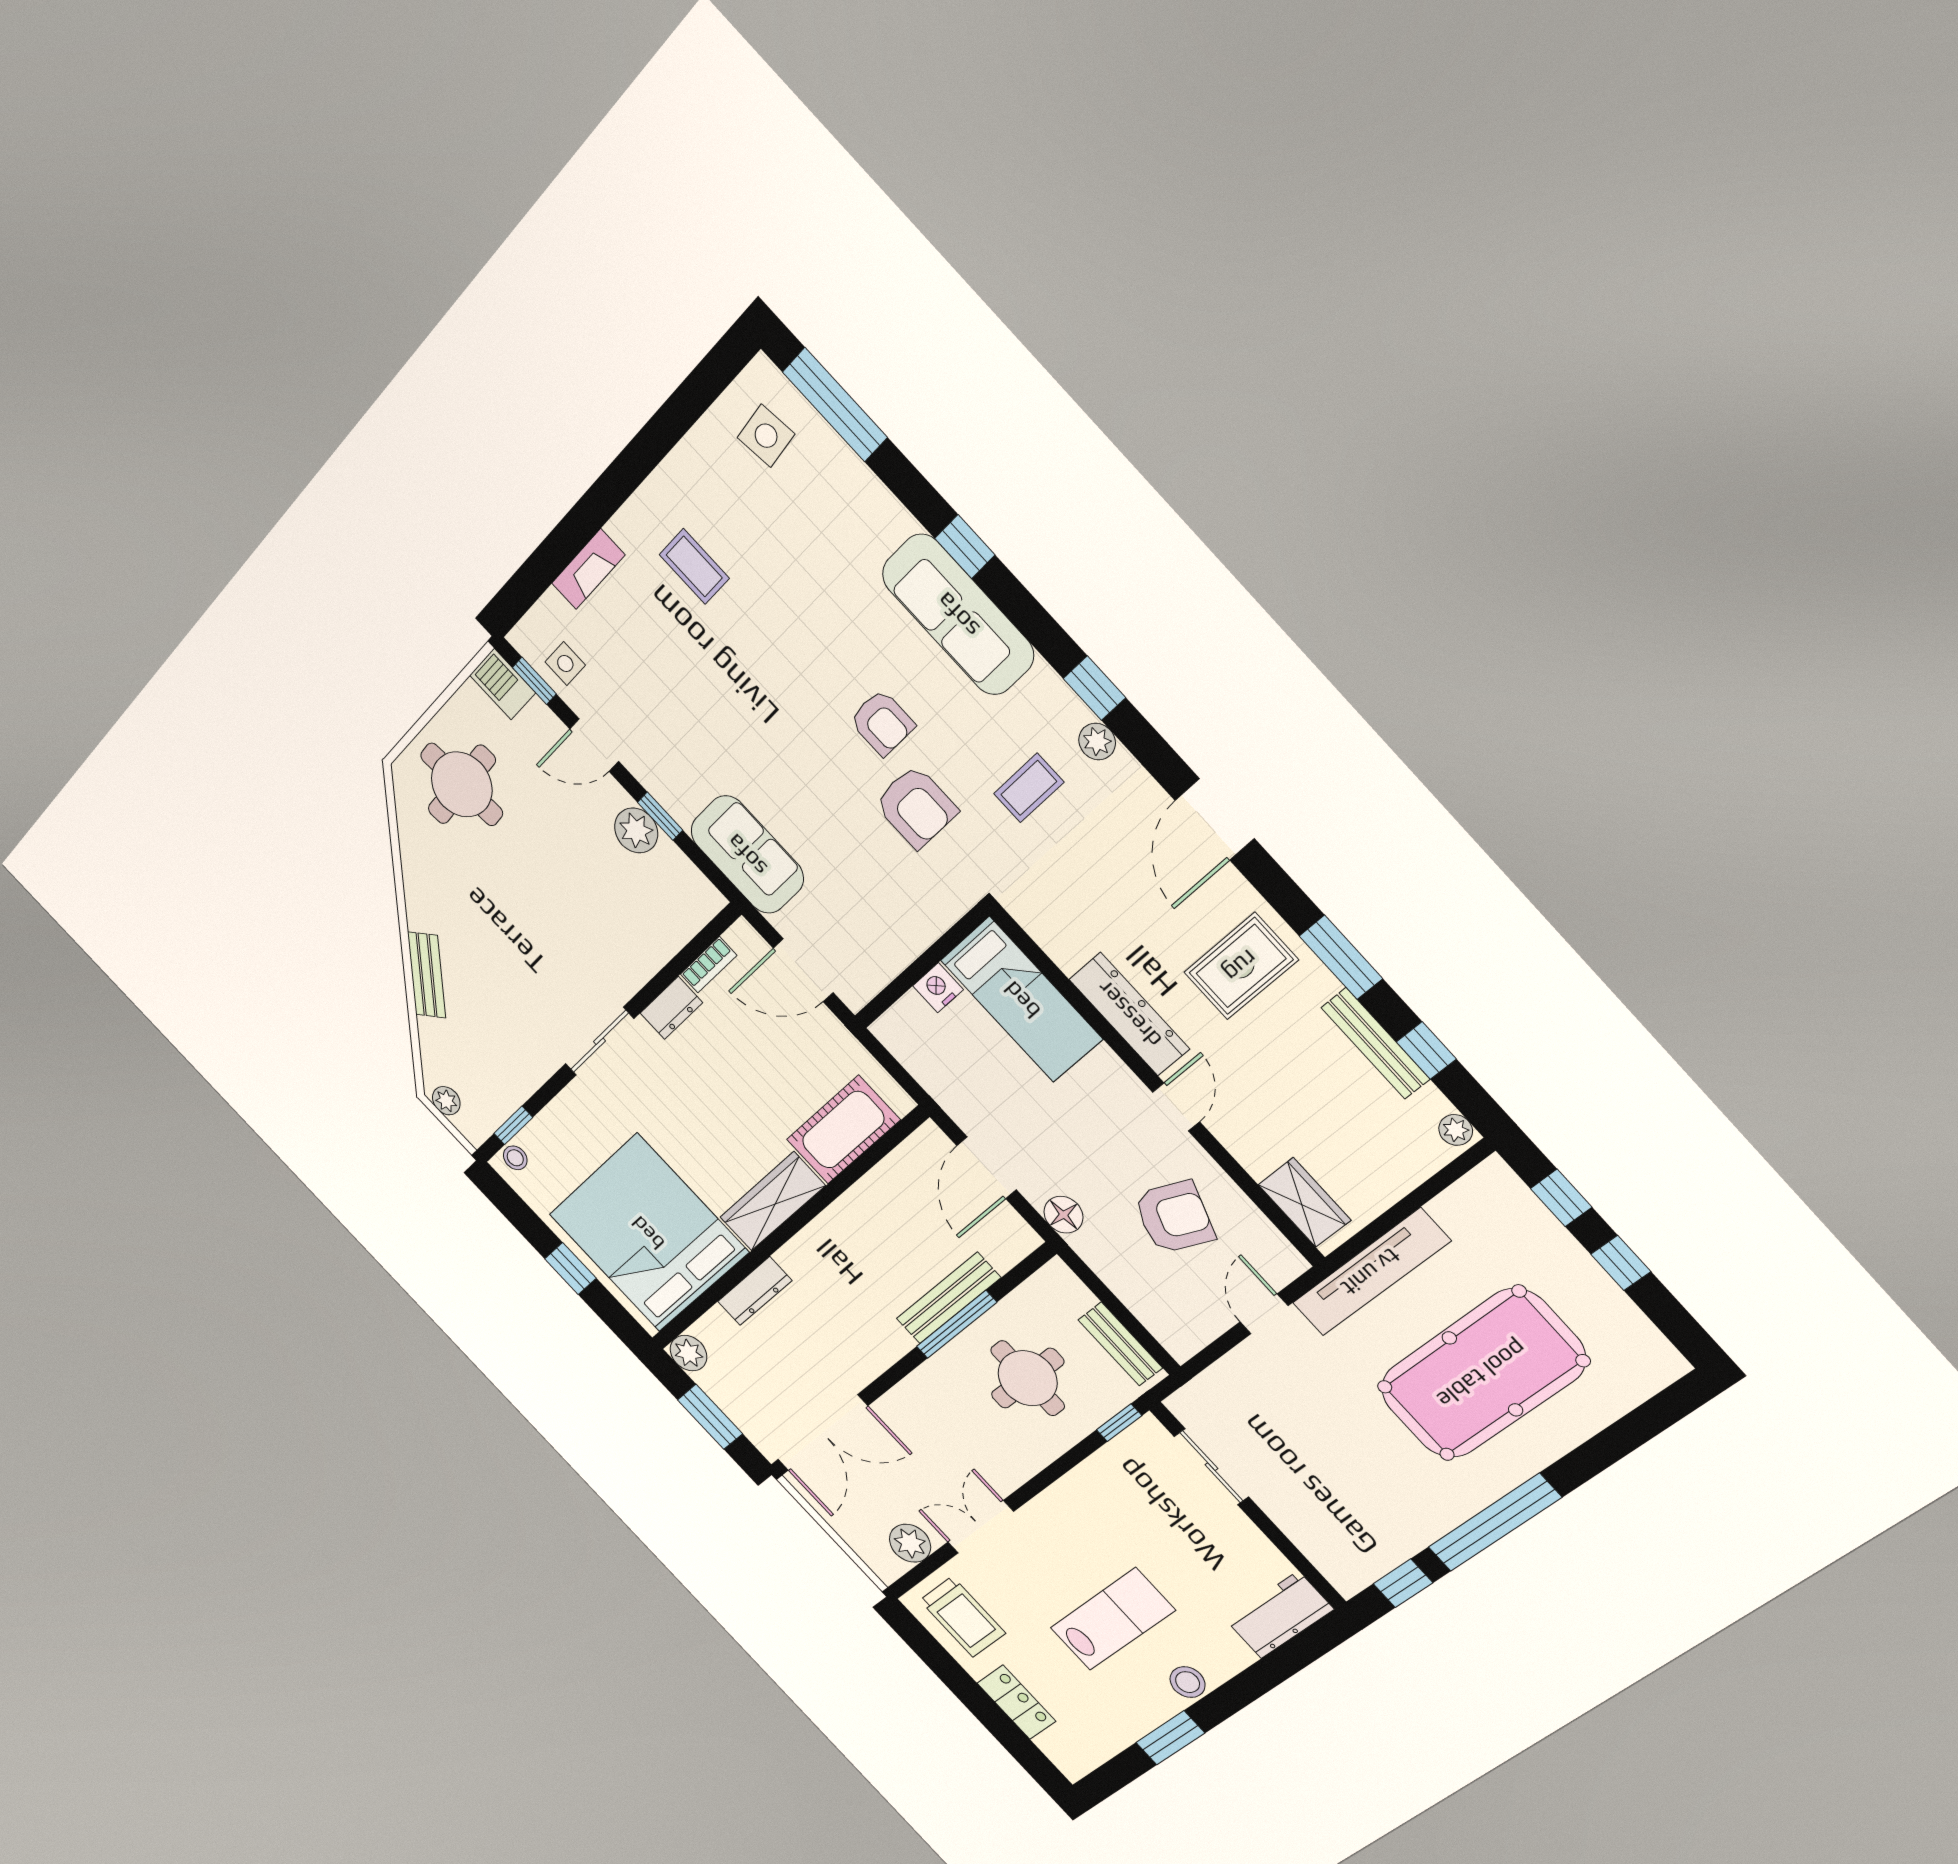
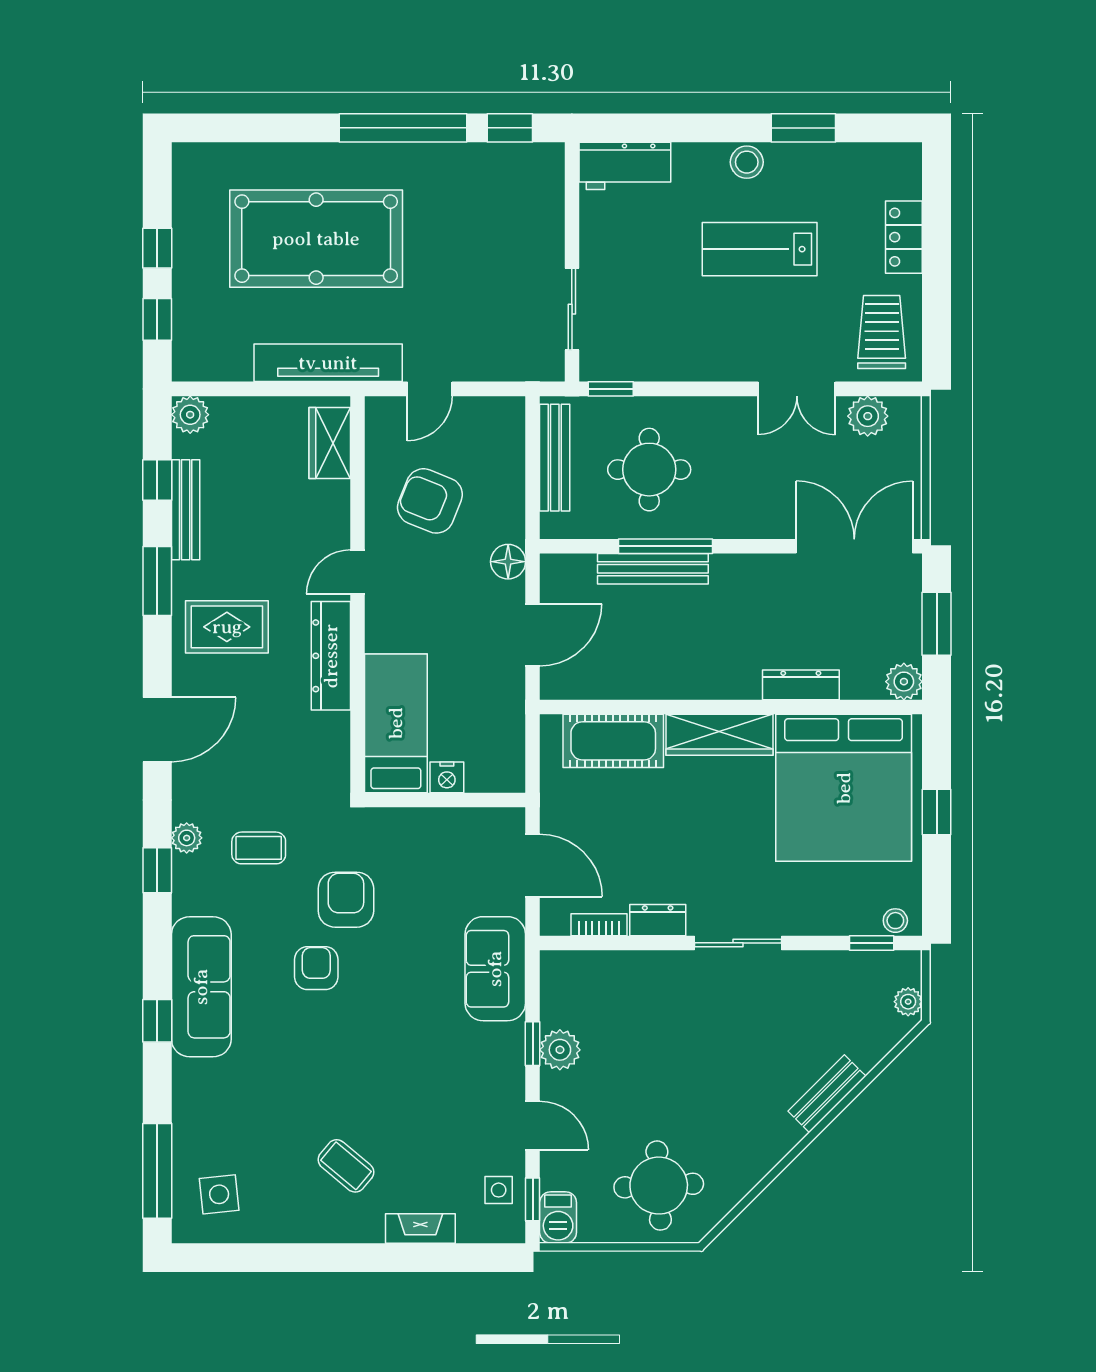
coffee table: (694, 566) -> (346, 1166), turned -50
plant: (1456, 1130) -> (190, 415), width x1.38, depth x1.38
bench: (1120, 1344) -> (555, 458), width x1.36

